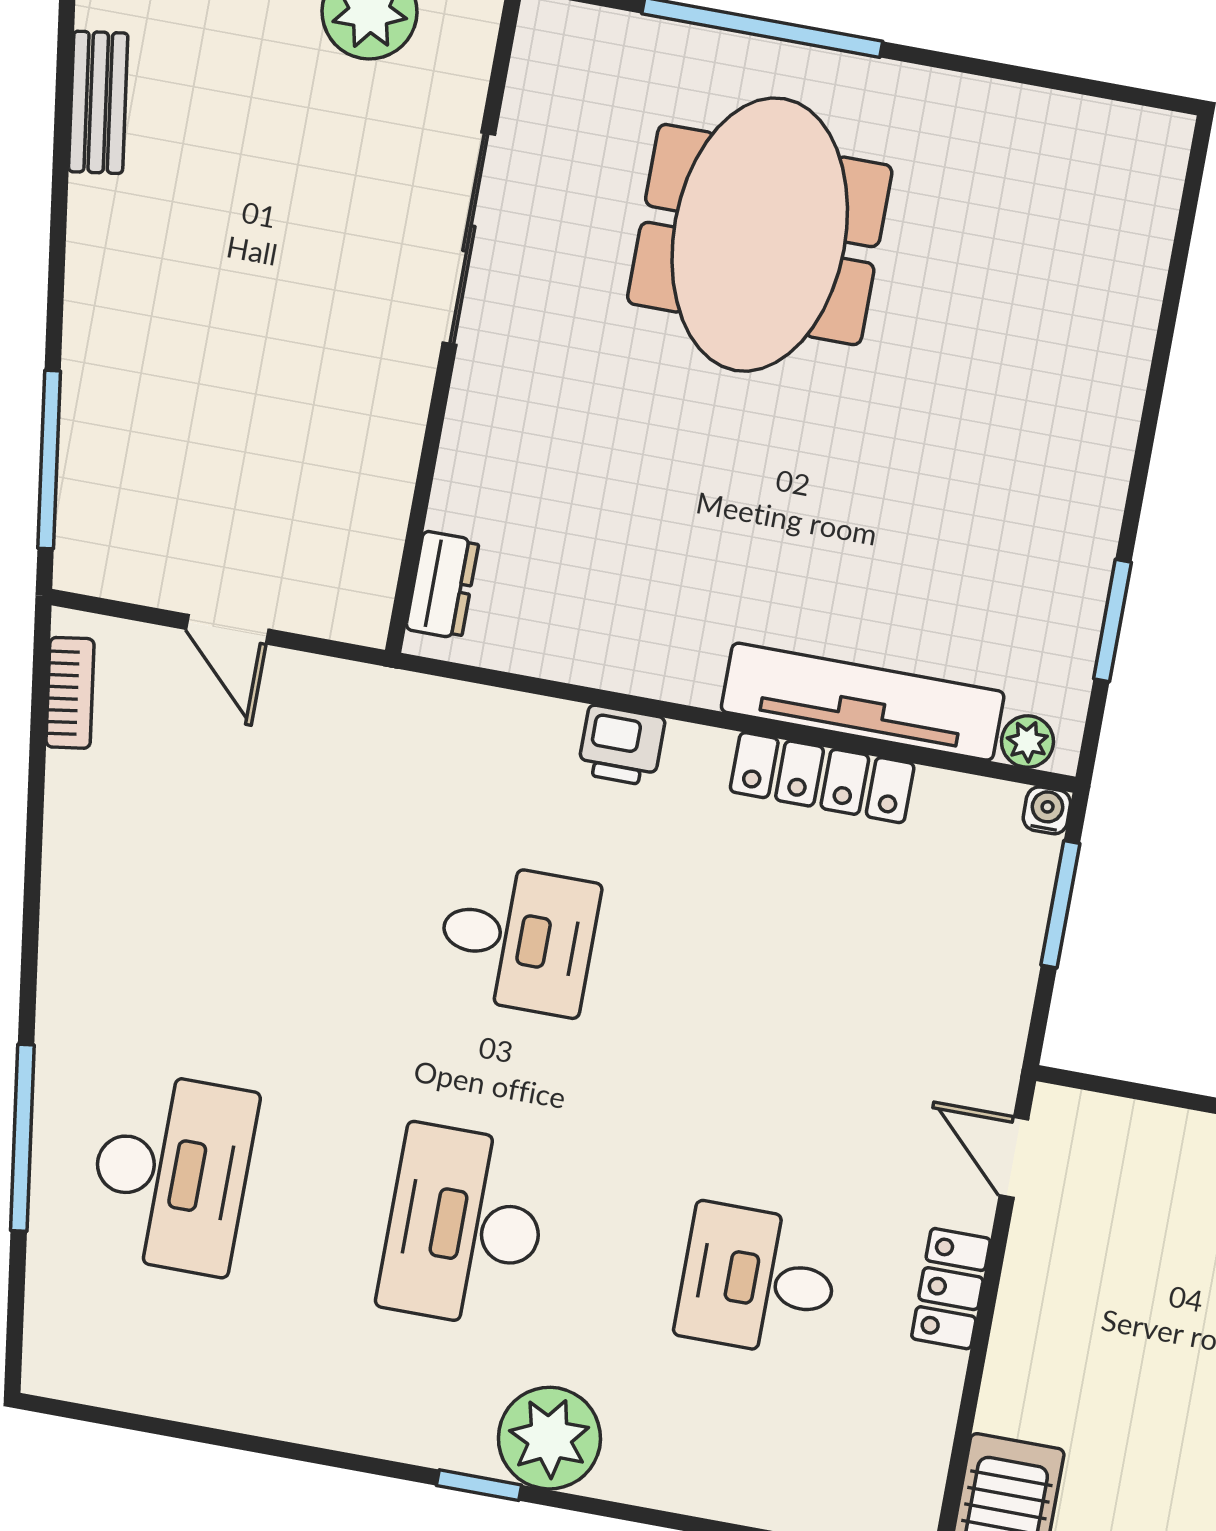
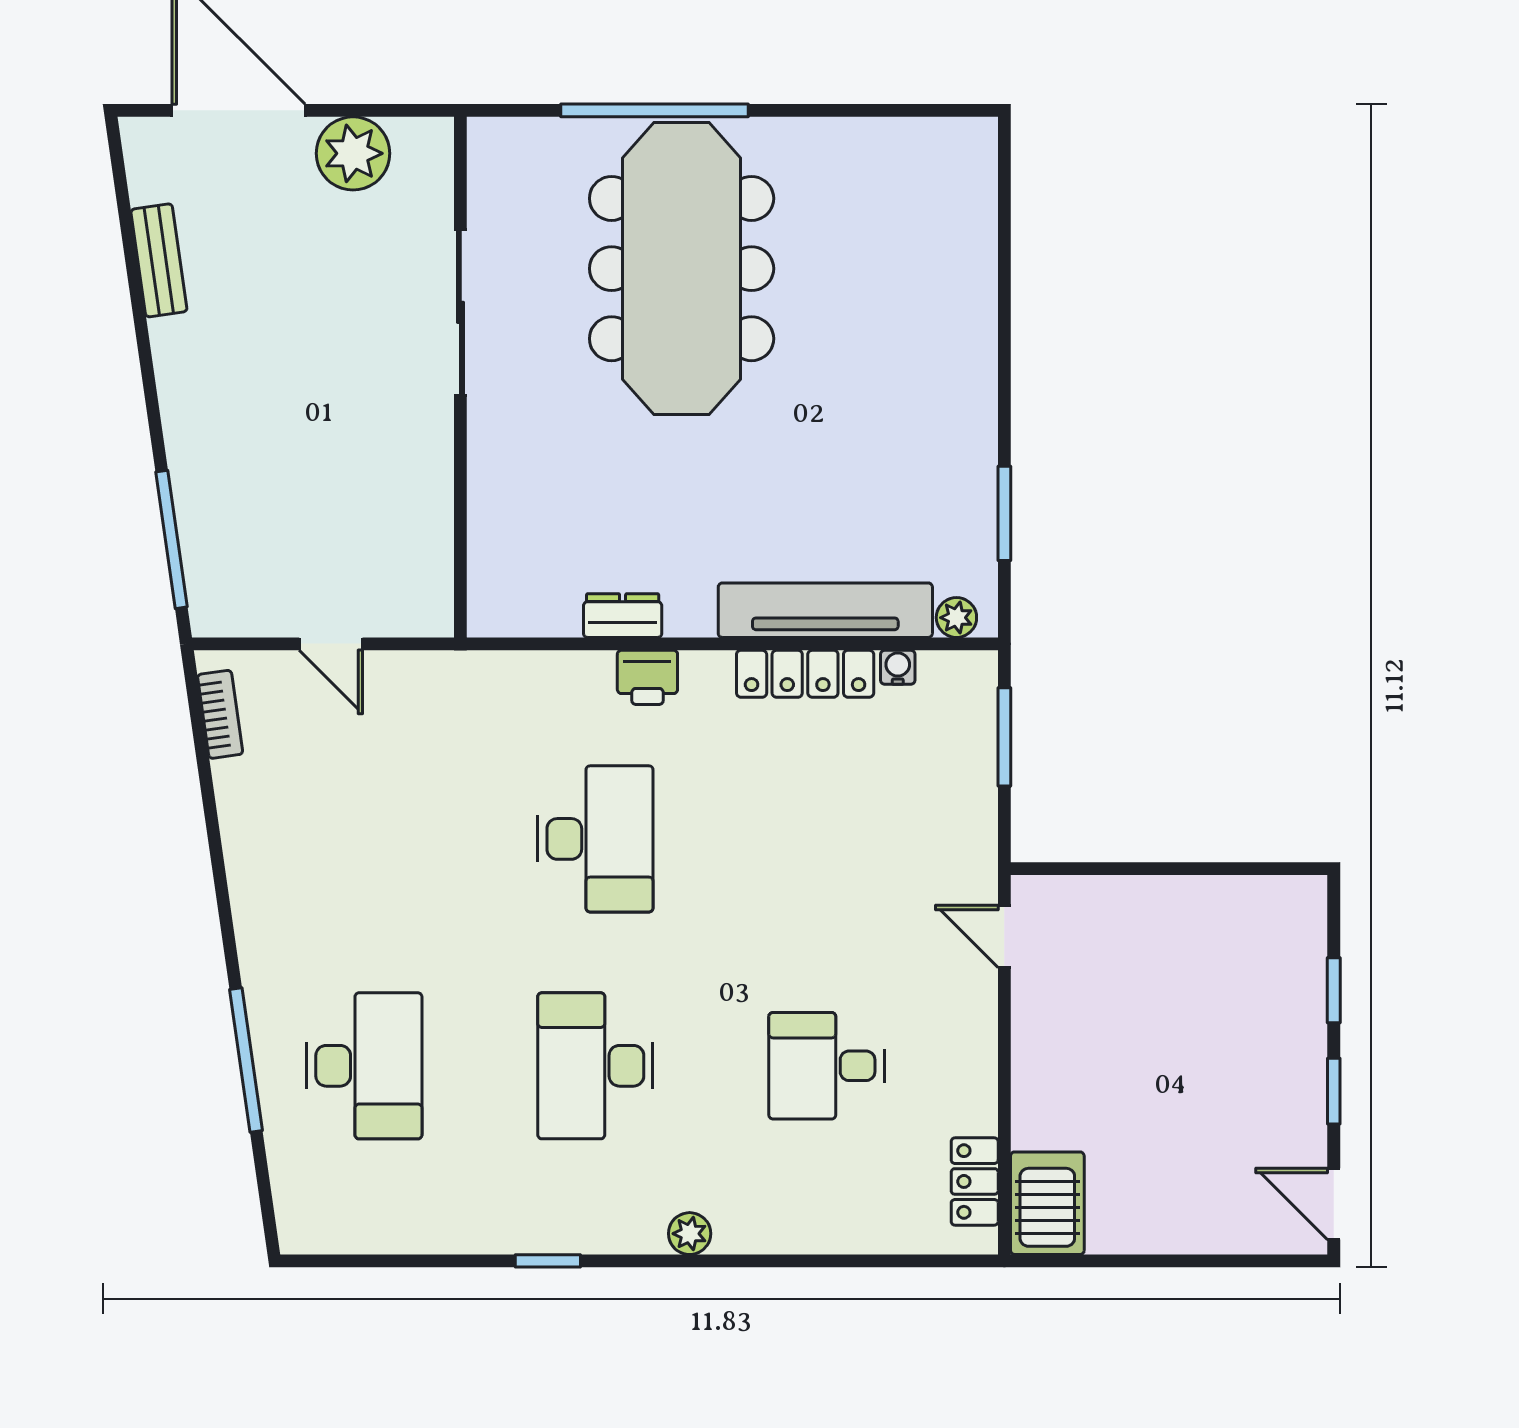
meeting table: (760, 235) -> (682, 269), width x1.36
dresser: (442, 585) -> (623, 616), moved, turned -90
water cooler: (1047, 810) -> (898, 667), moved
desk: (517, 939) -> (595, 839), width x1.37
locker: (951, 1289) -> (975, 1181), moved
plant: (549, 1438) -> (690, 1234), width x0.53, depth x0.53
window: (479, 1485) -> (548, 1261), moved

